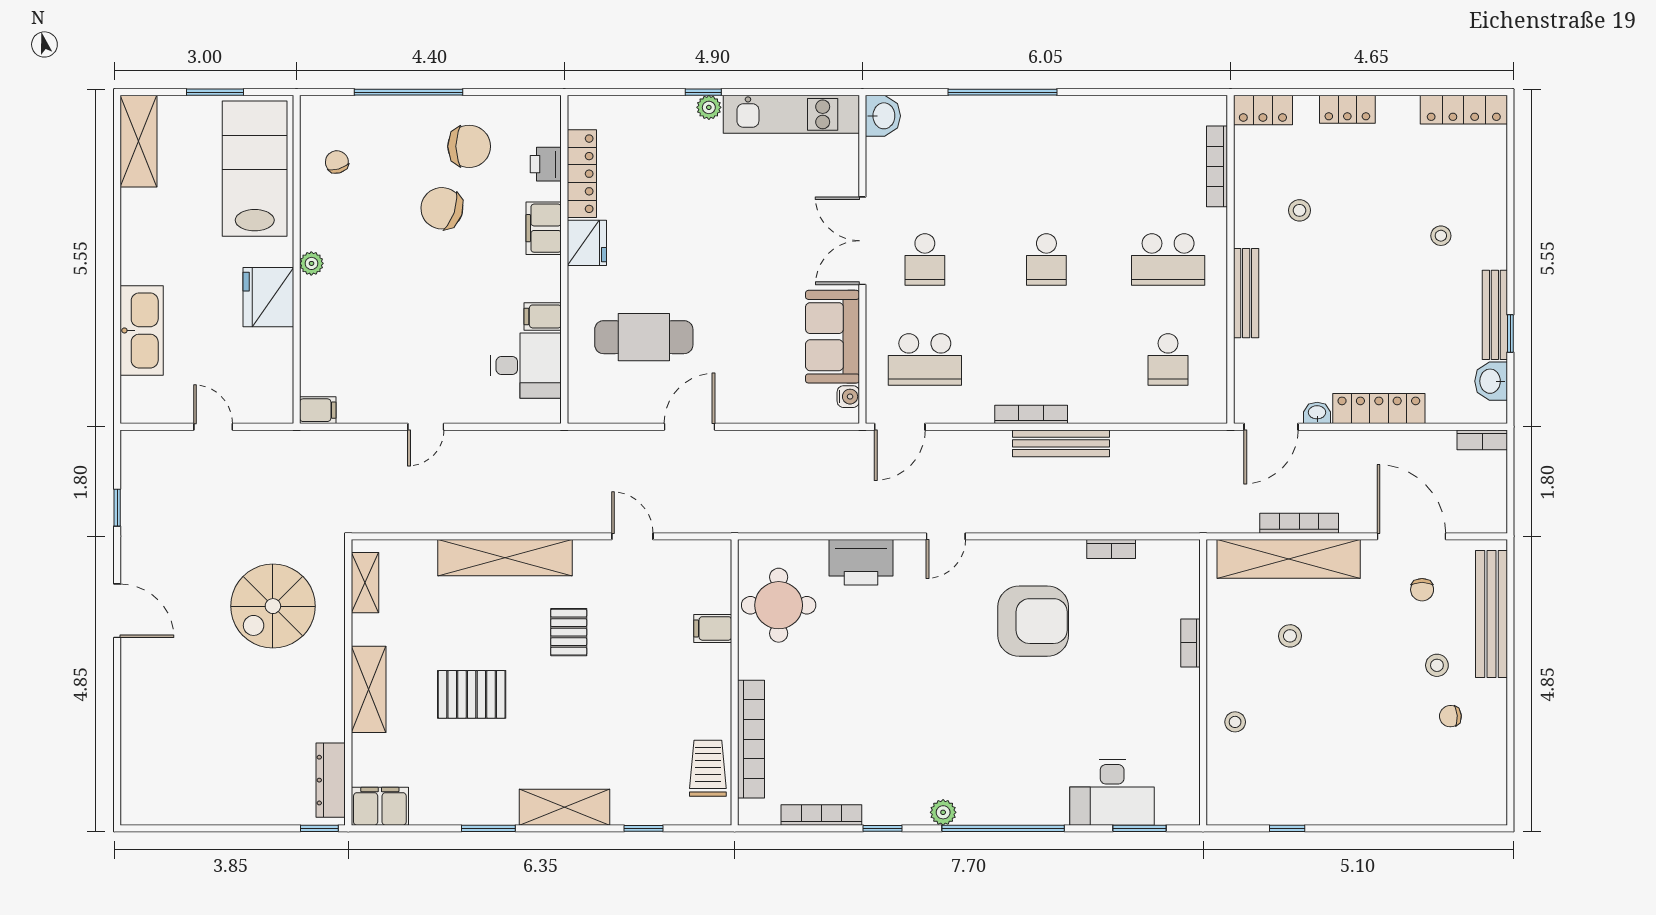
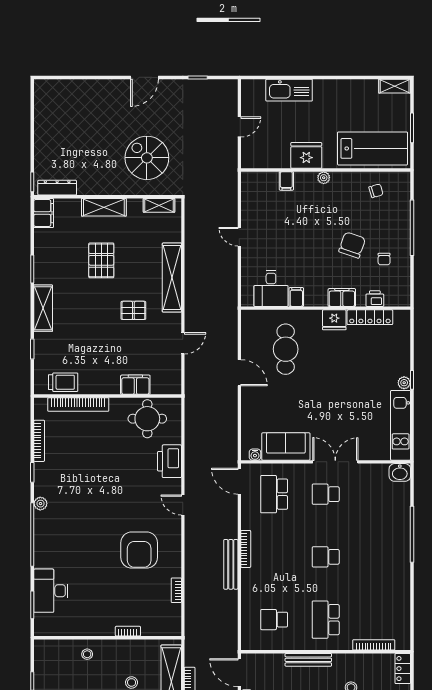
shelving: (139, 141) -> (395, 86), width x0.67, depth x0.75
chair: (469, 146) -> (384, 259), width x0.54, depth x0.54
filing cabinet: (318, 410) -> (286, 181), moved
filing cabinet: (713, 628) -> (135, 385), width x2.00

